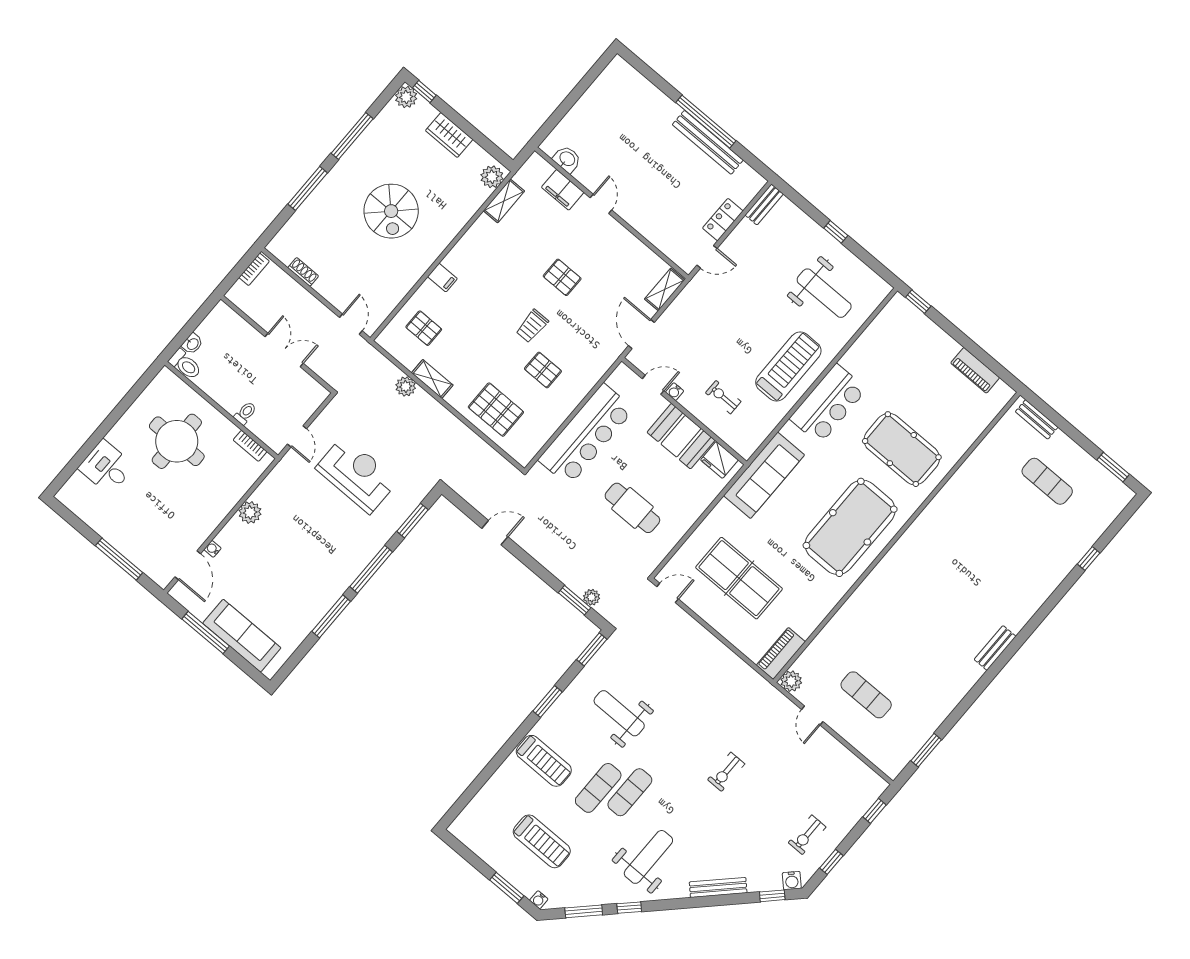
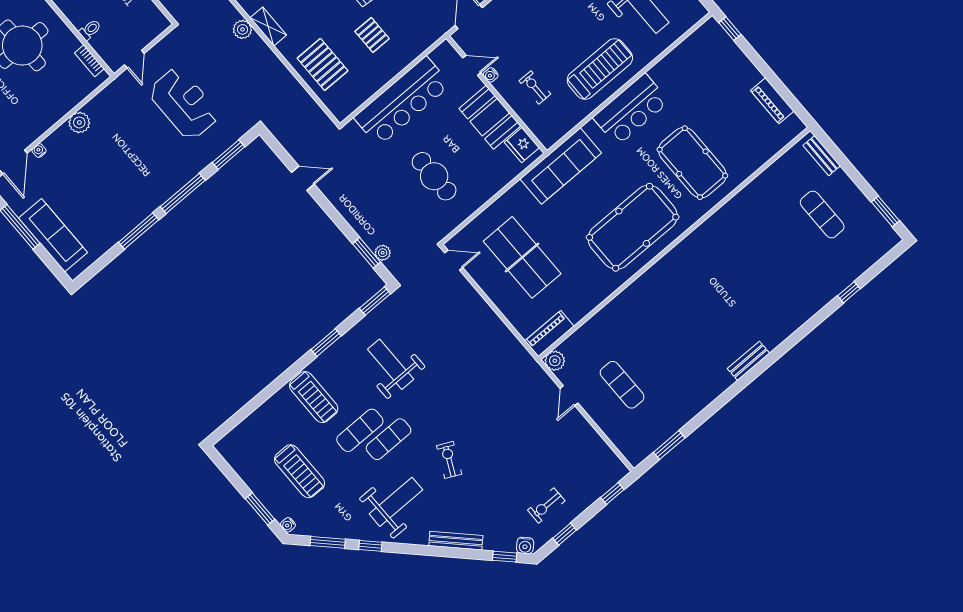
exercise bike: (726, 772) -> (449, 460), moved, turned 116

